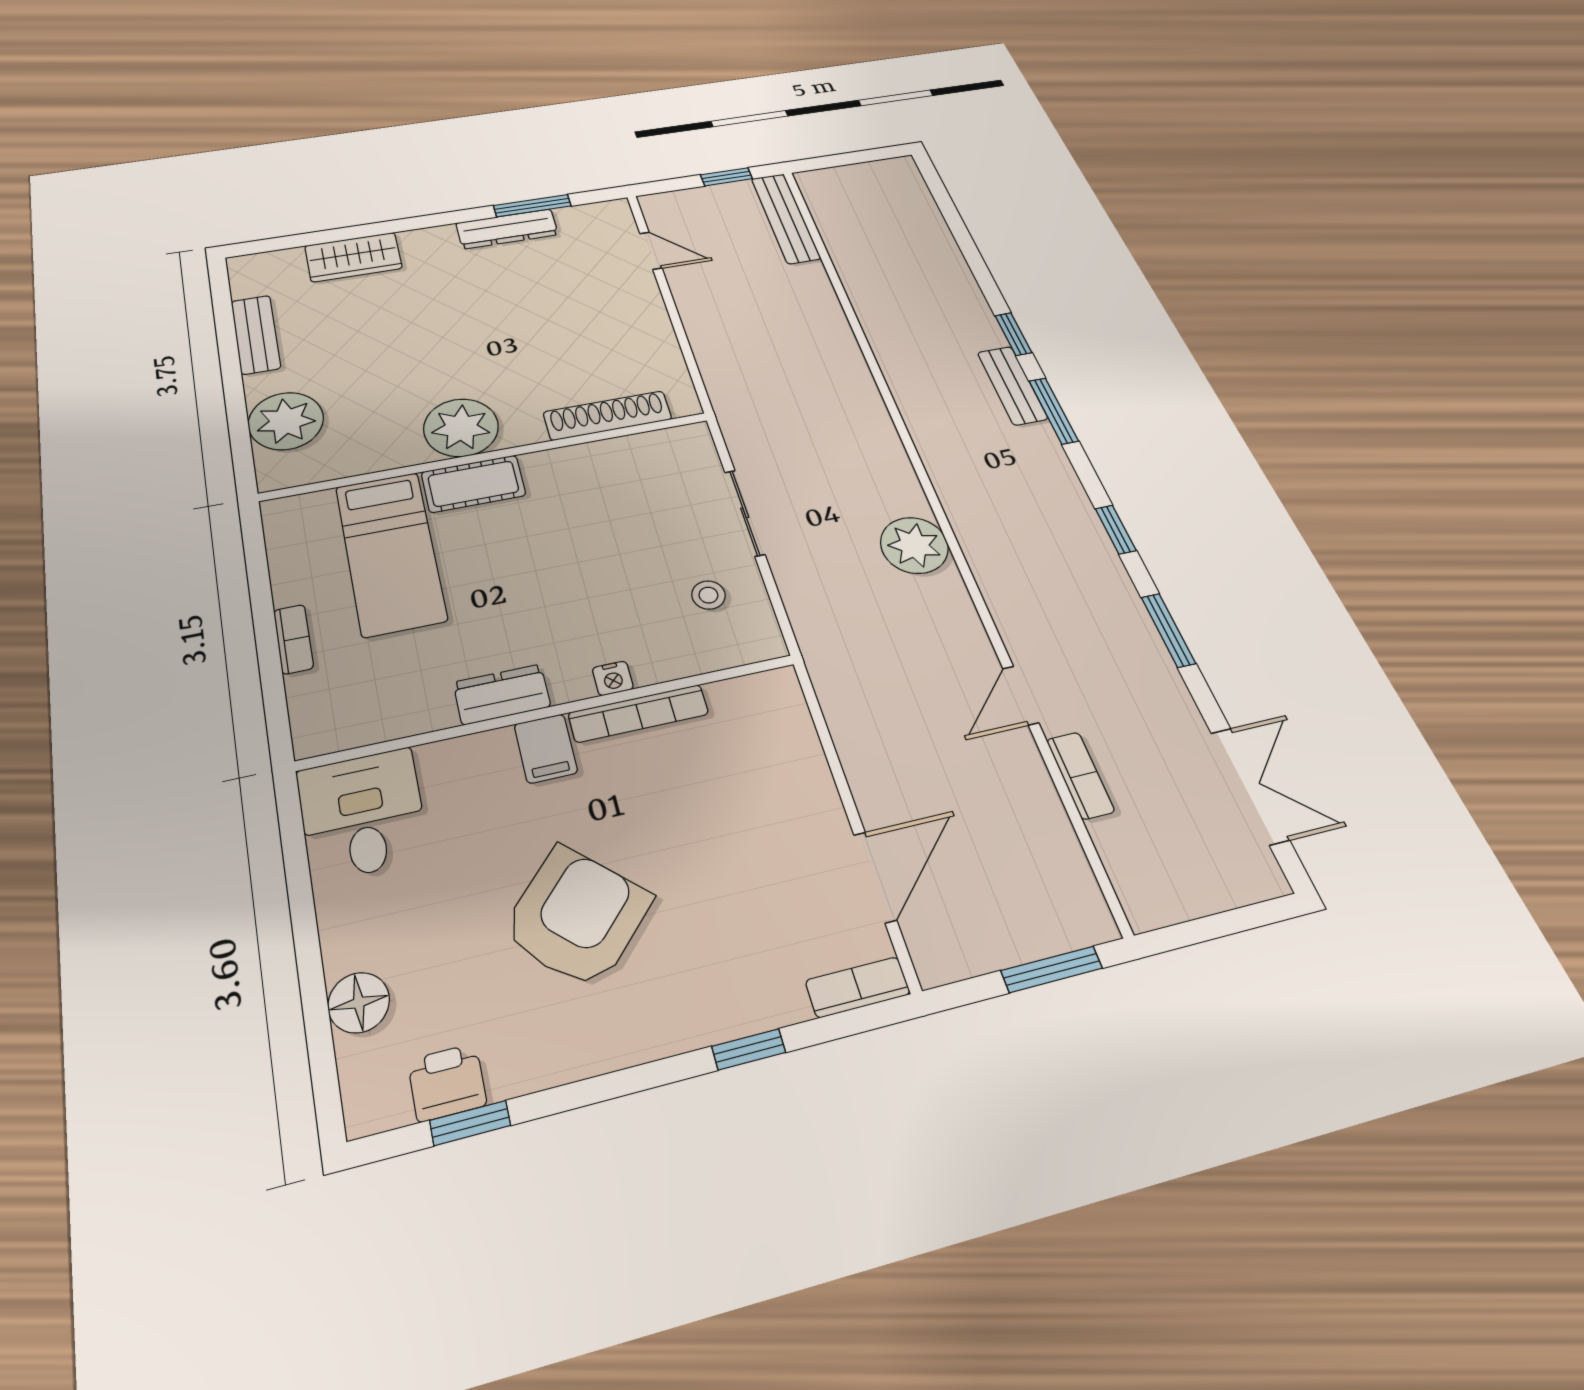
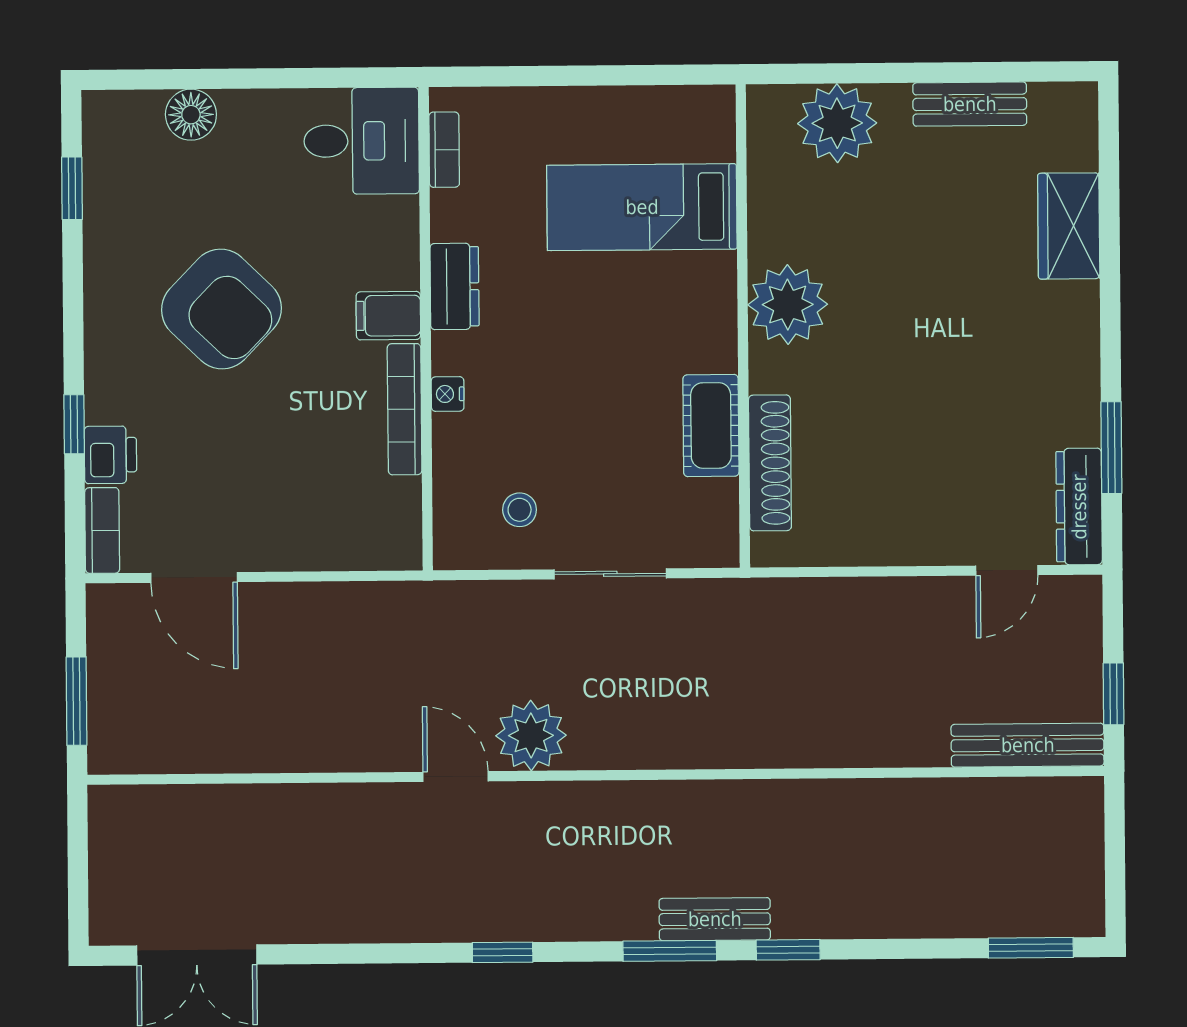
dresser: (507, 229) -> (1079, 507), moved
cot: (473, 484) -> (711, 426), moved
window: (1168, 630) -> (1031, 948), moved
bookcase: (293, 639) -> (444, 150), moved, turned -90
door: (1021, 695) -> (455, 777), moved
bookcase: (1080, 775) -> (245, 801), removed
printer: (447, 1082) -> (111, 455), moved

